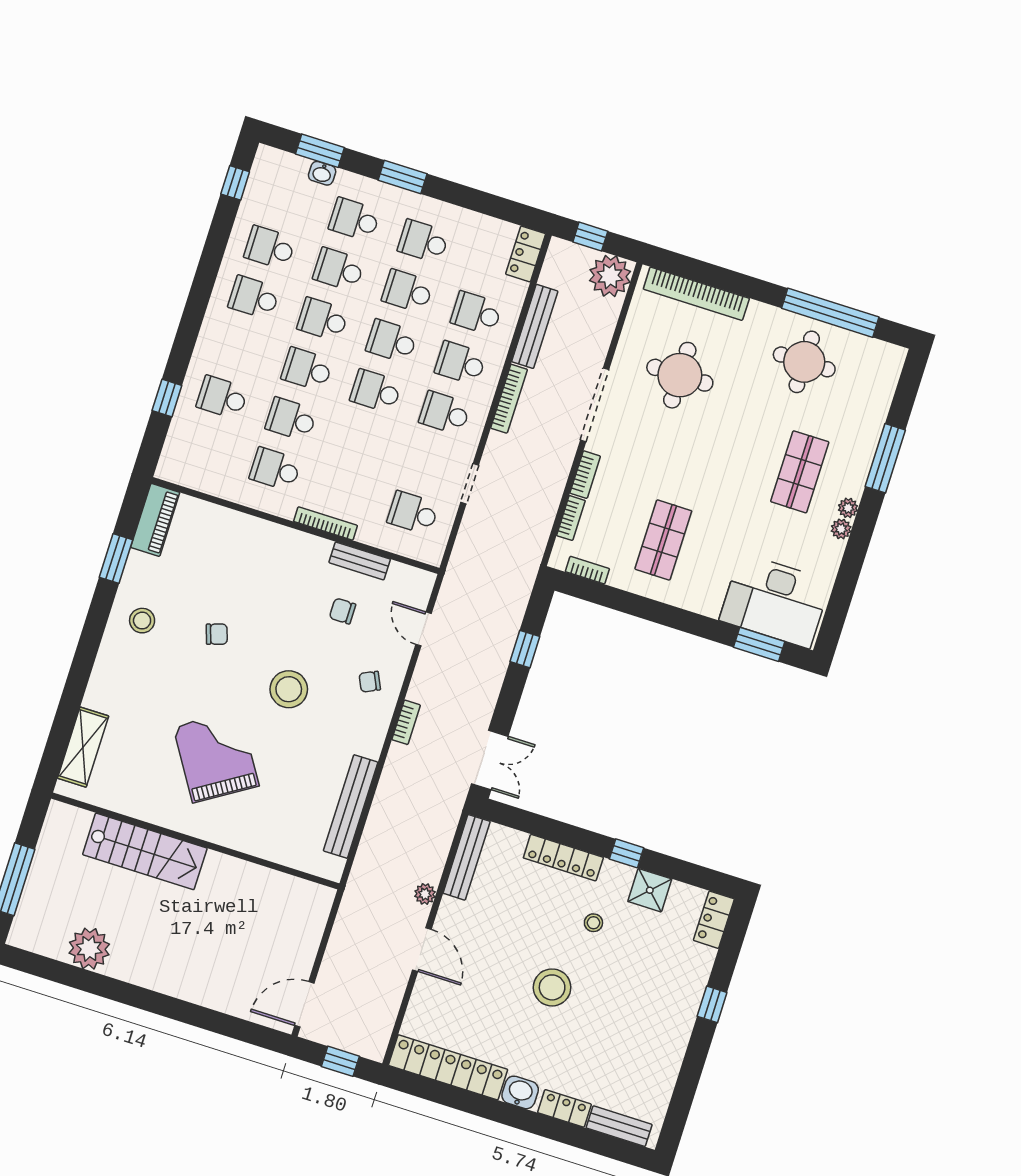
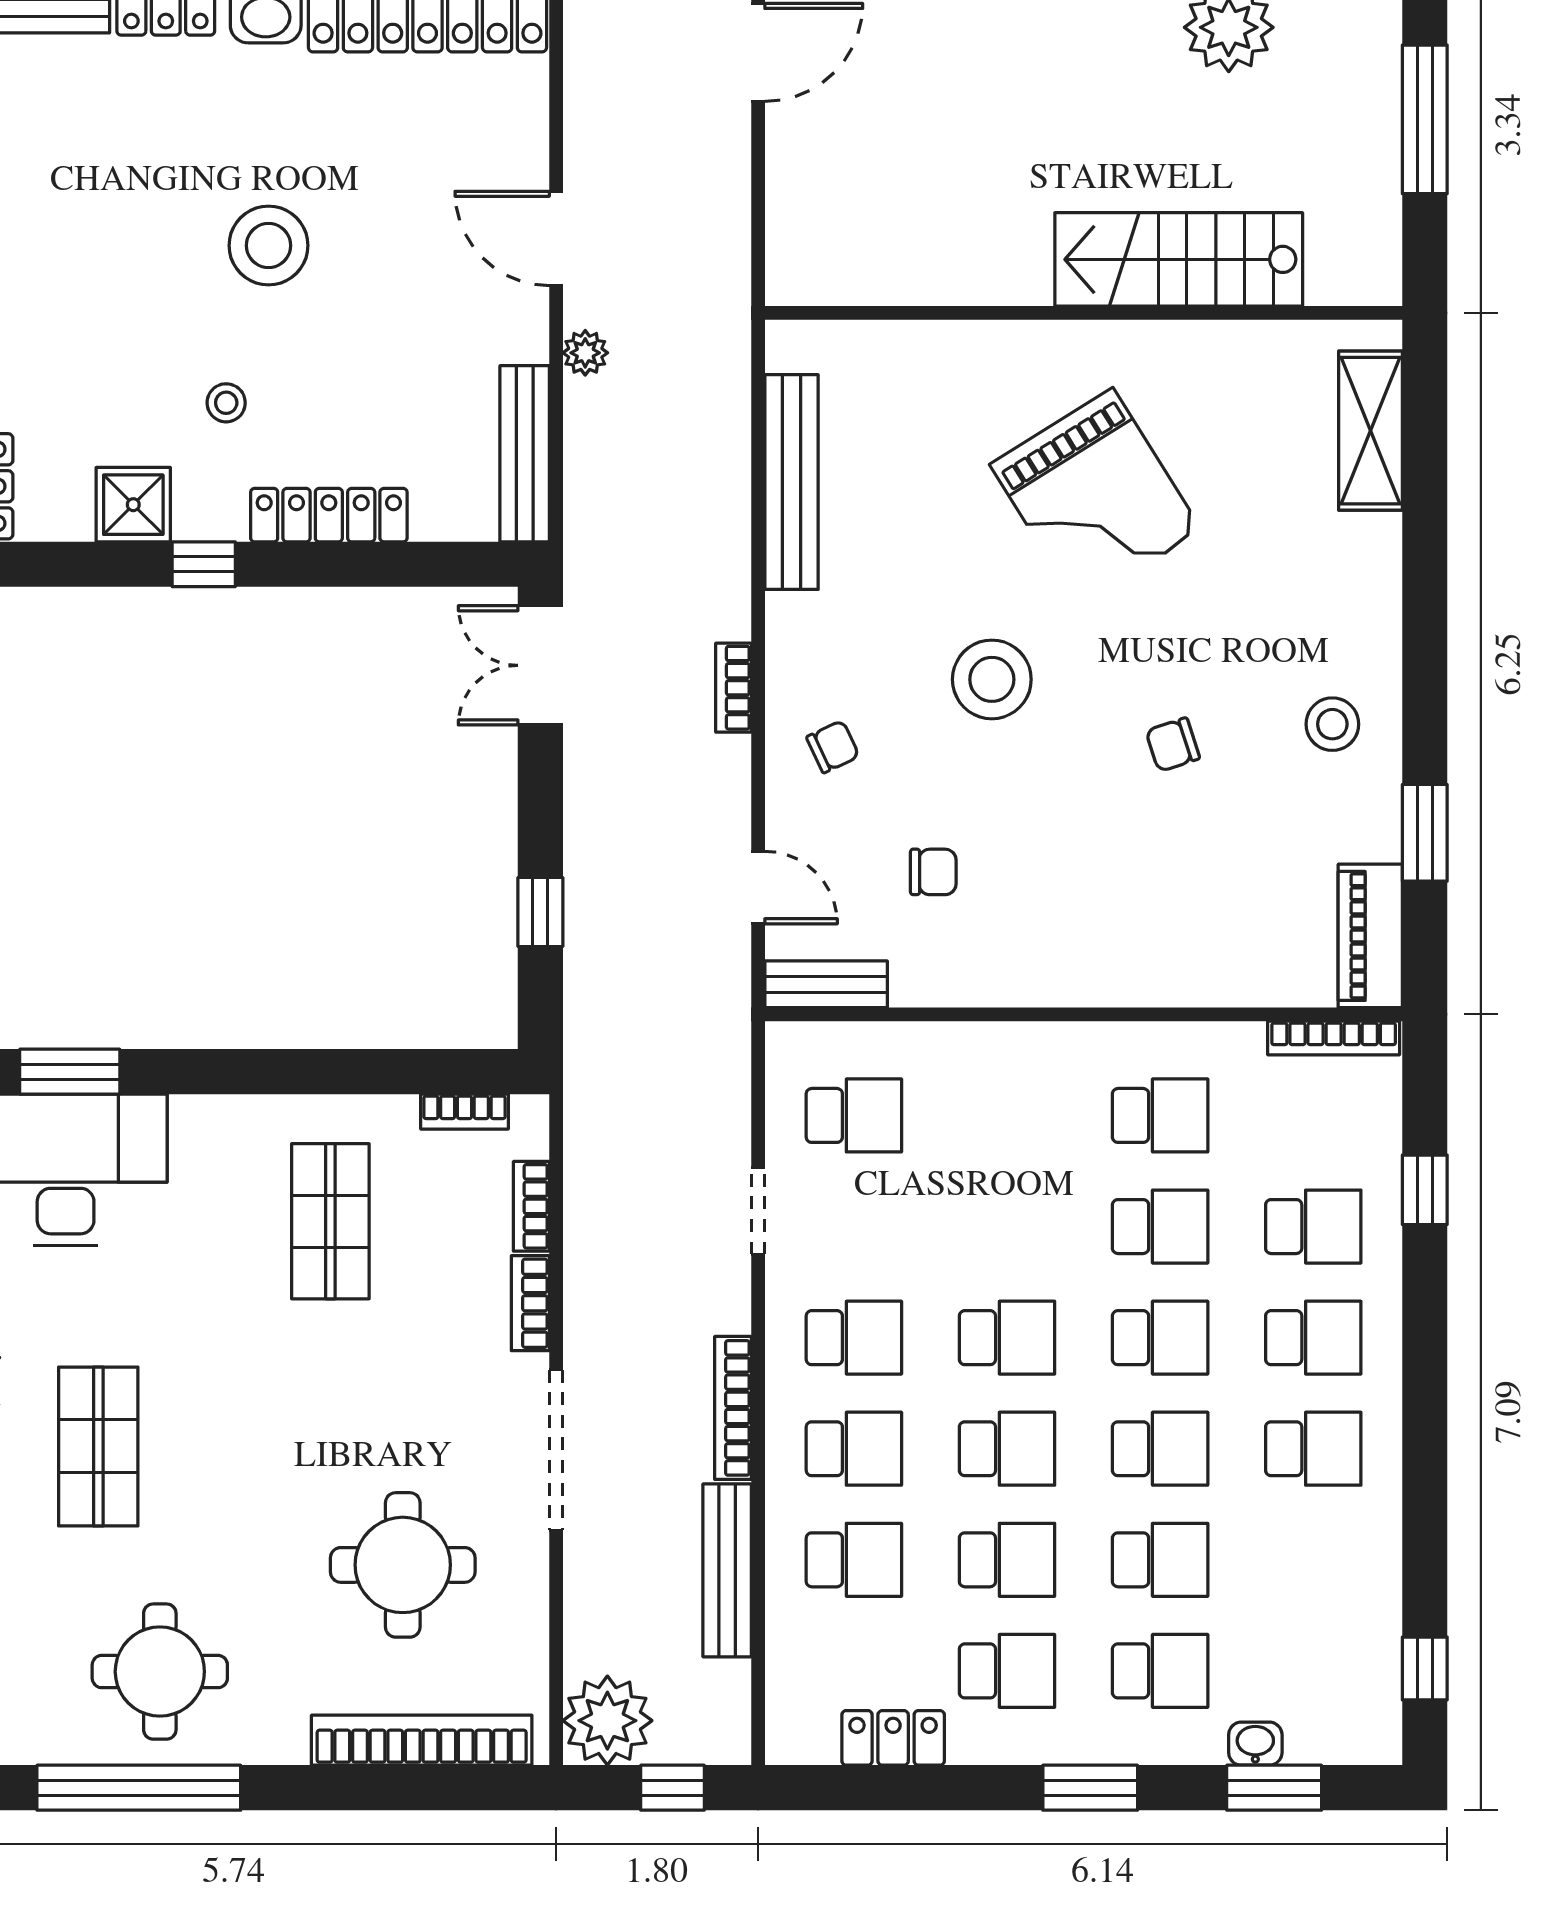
school desk: (270, 248) -> (1313, 1338), moved
locker: (526, 254) -> (893, 1738), moved, turned -90
bookcase: (325, 523) -> (1334, 1038), moved
bench: (360, 561) -> (826, 984), moved

